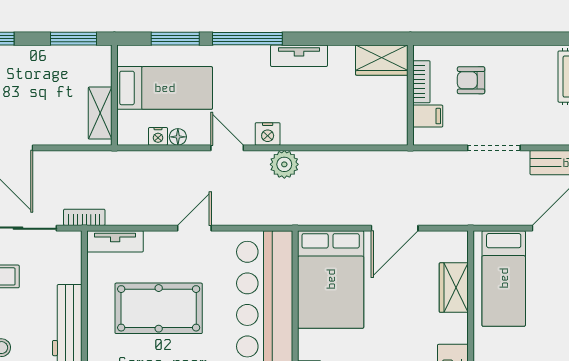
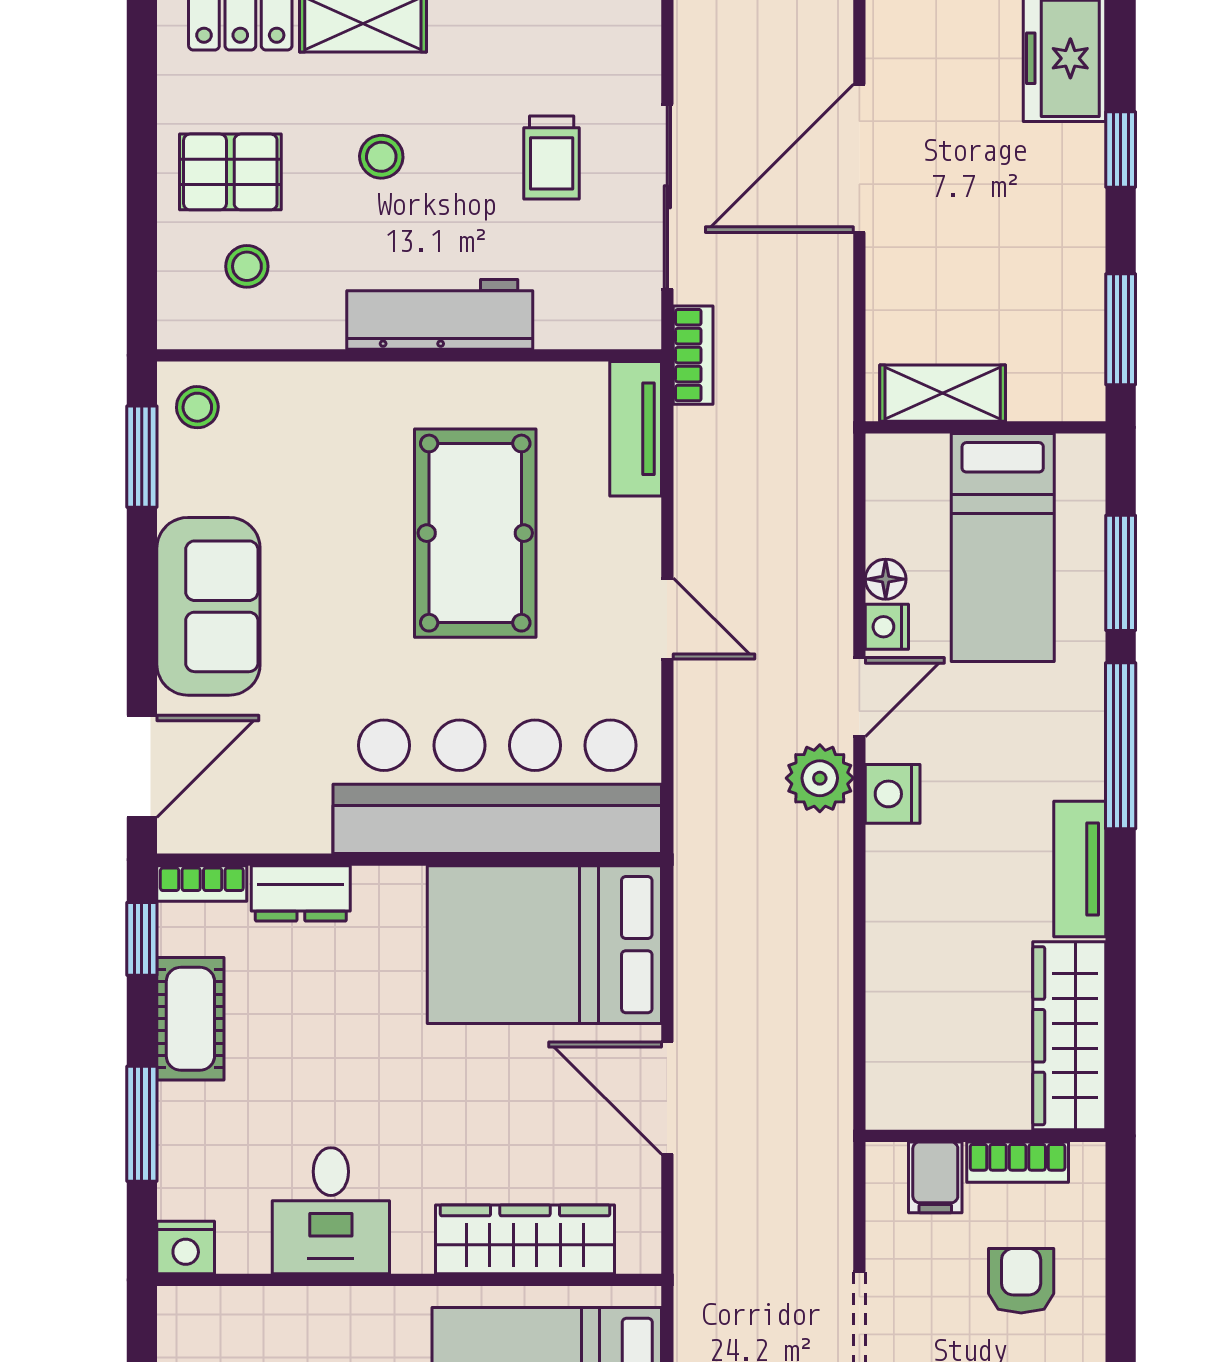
wardrobe: (382, 60) -> (1069, 1036), width x1.50
nightstand: (158, 136) -> (887, 627), moved
plant: (284, 164) -> (820, 778), moved
wardrobe: (454, 288) -> (525, 1239), width x1.50

